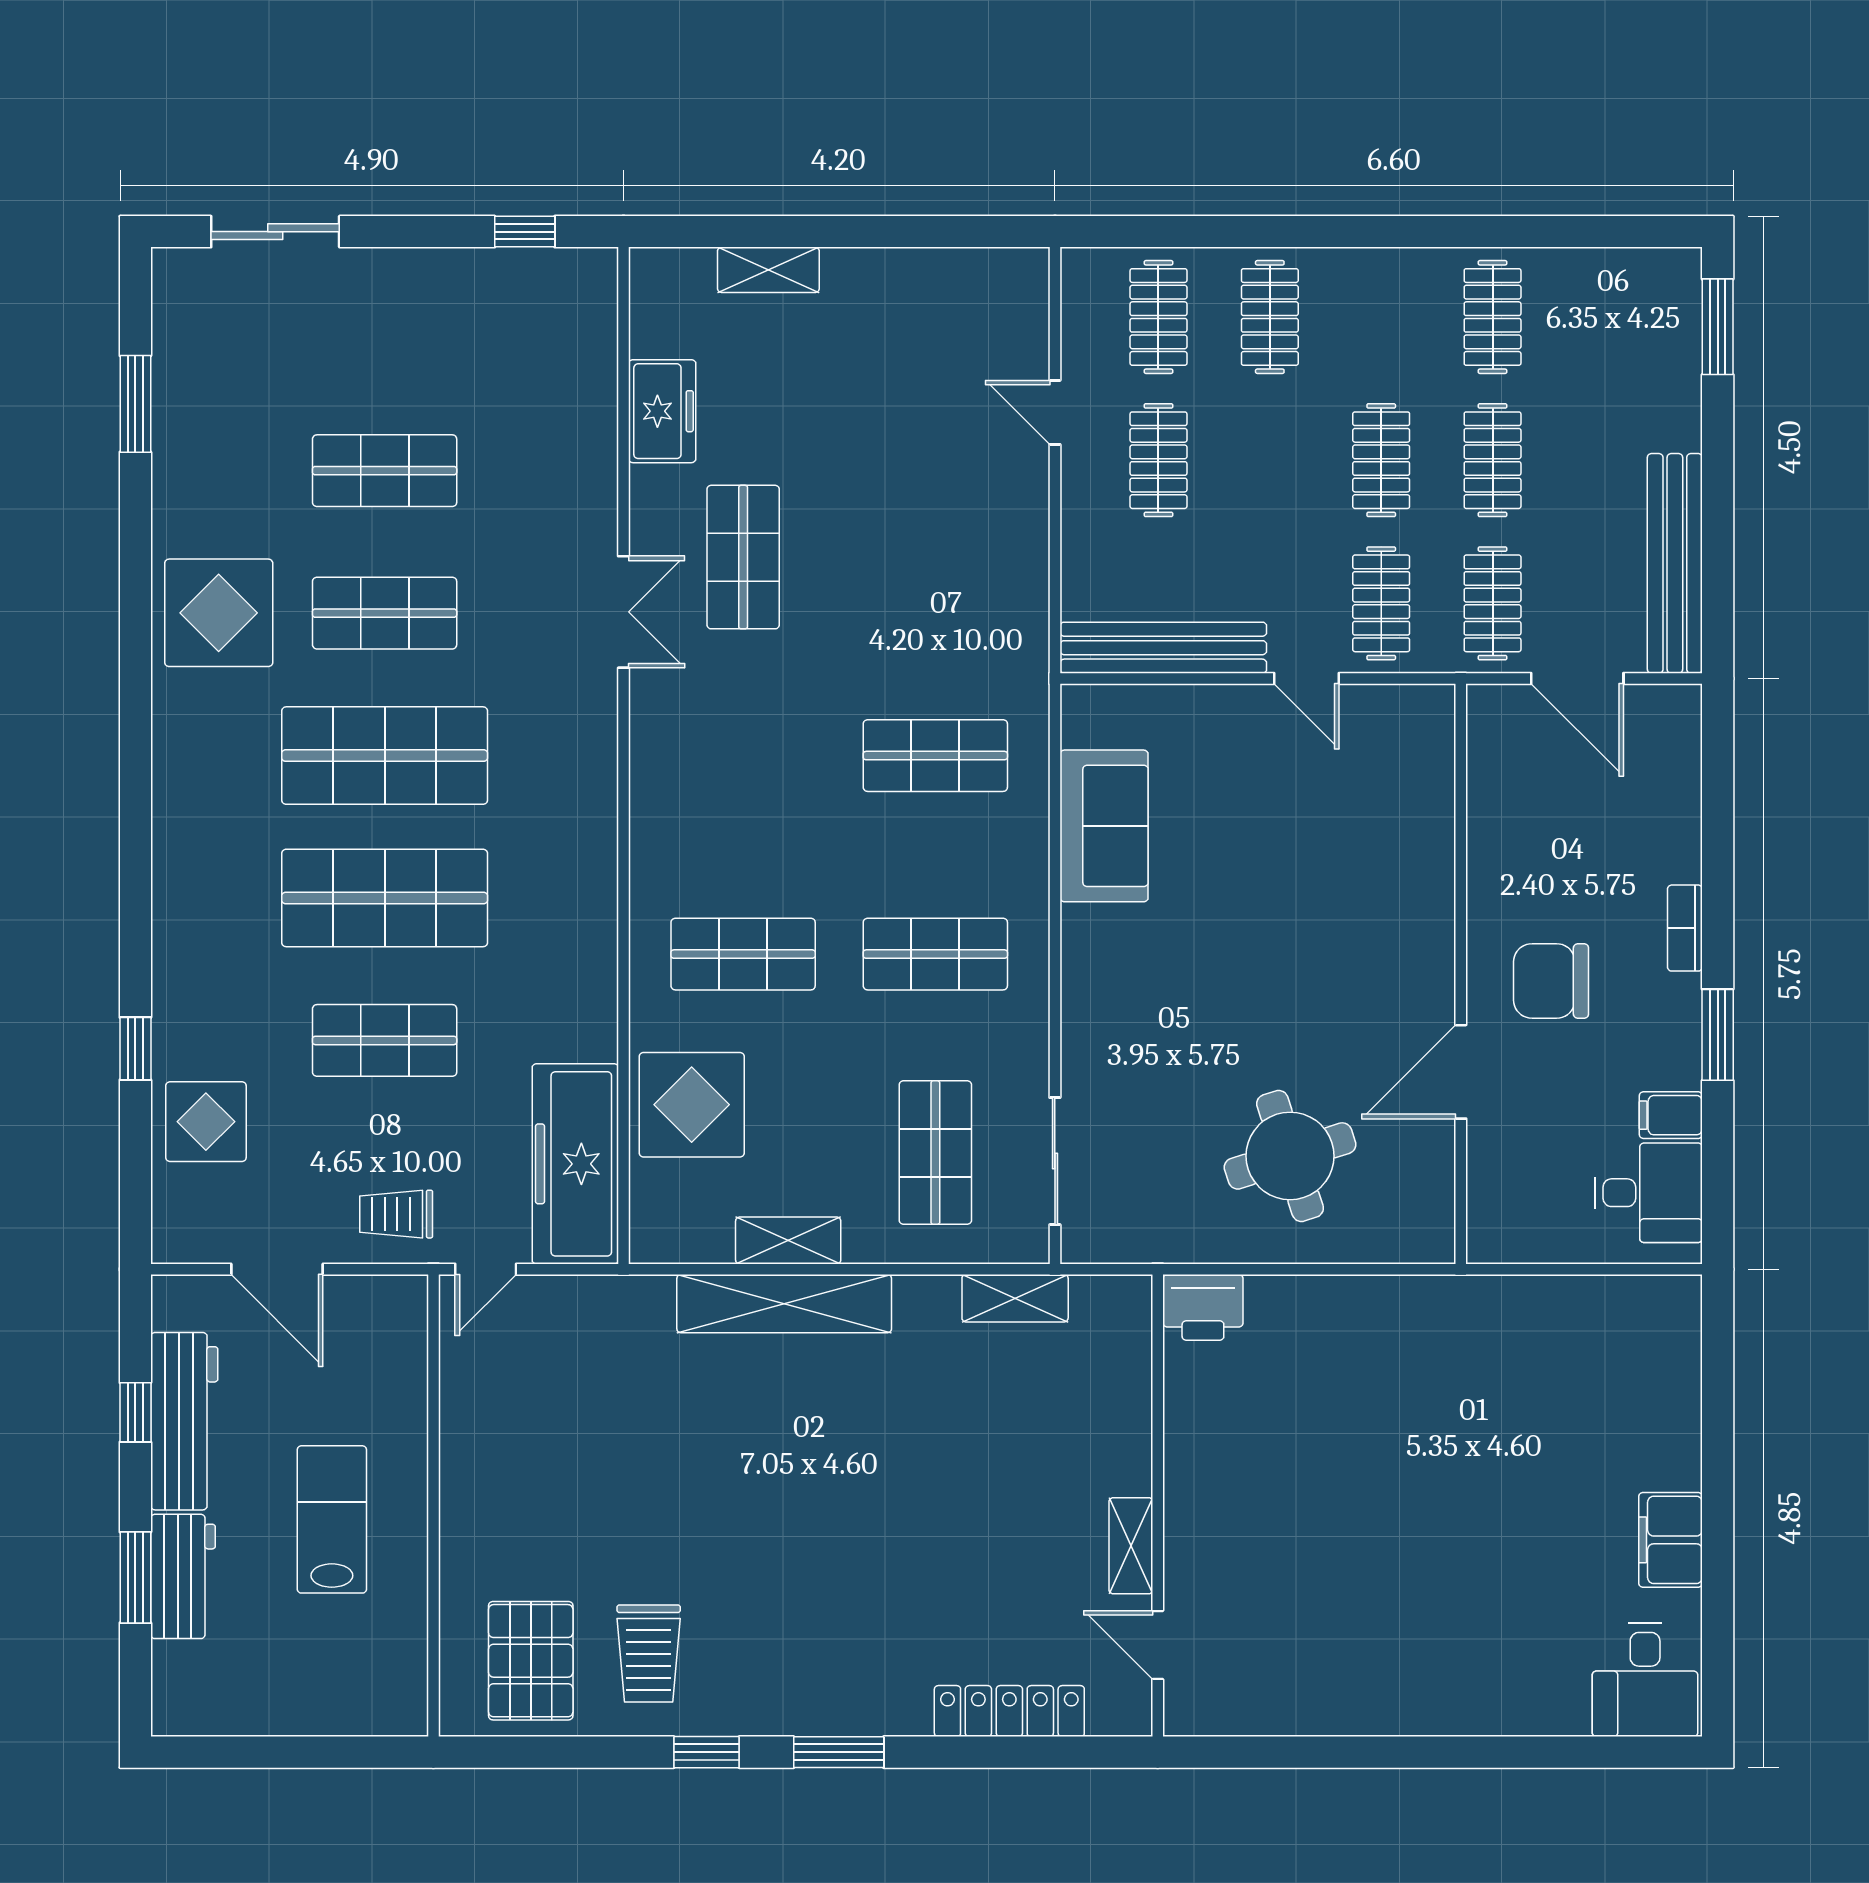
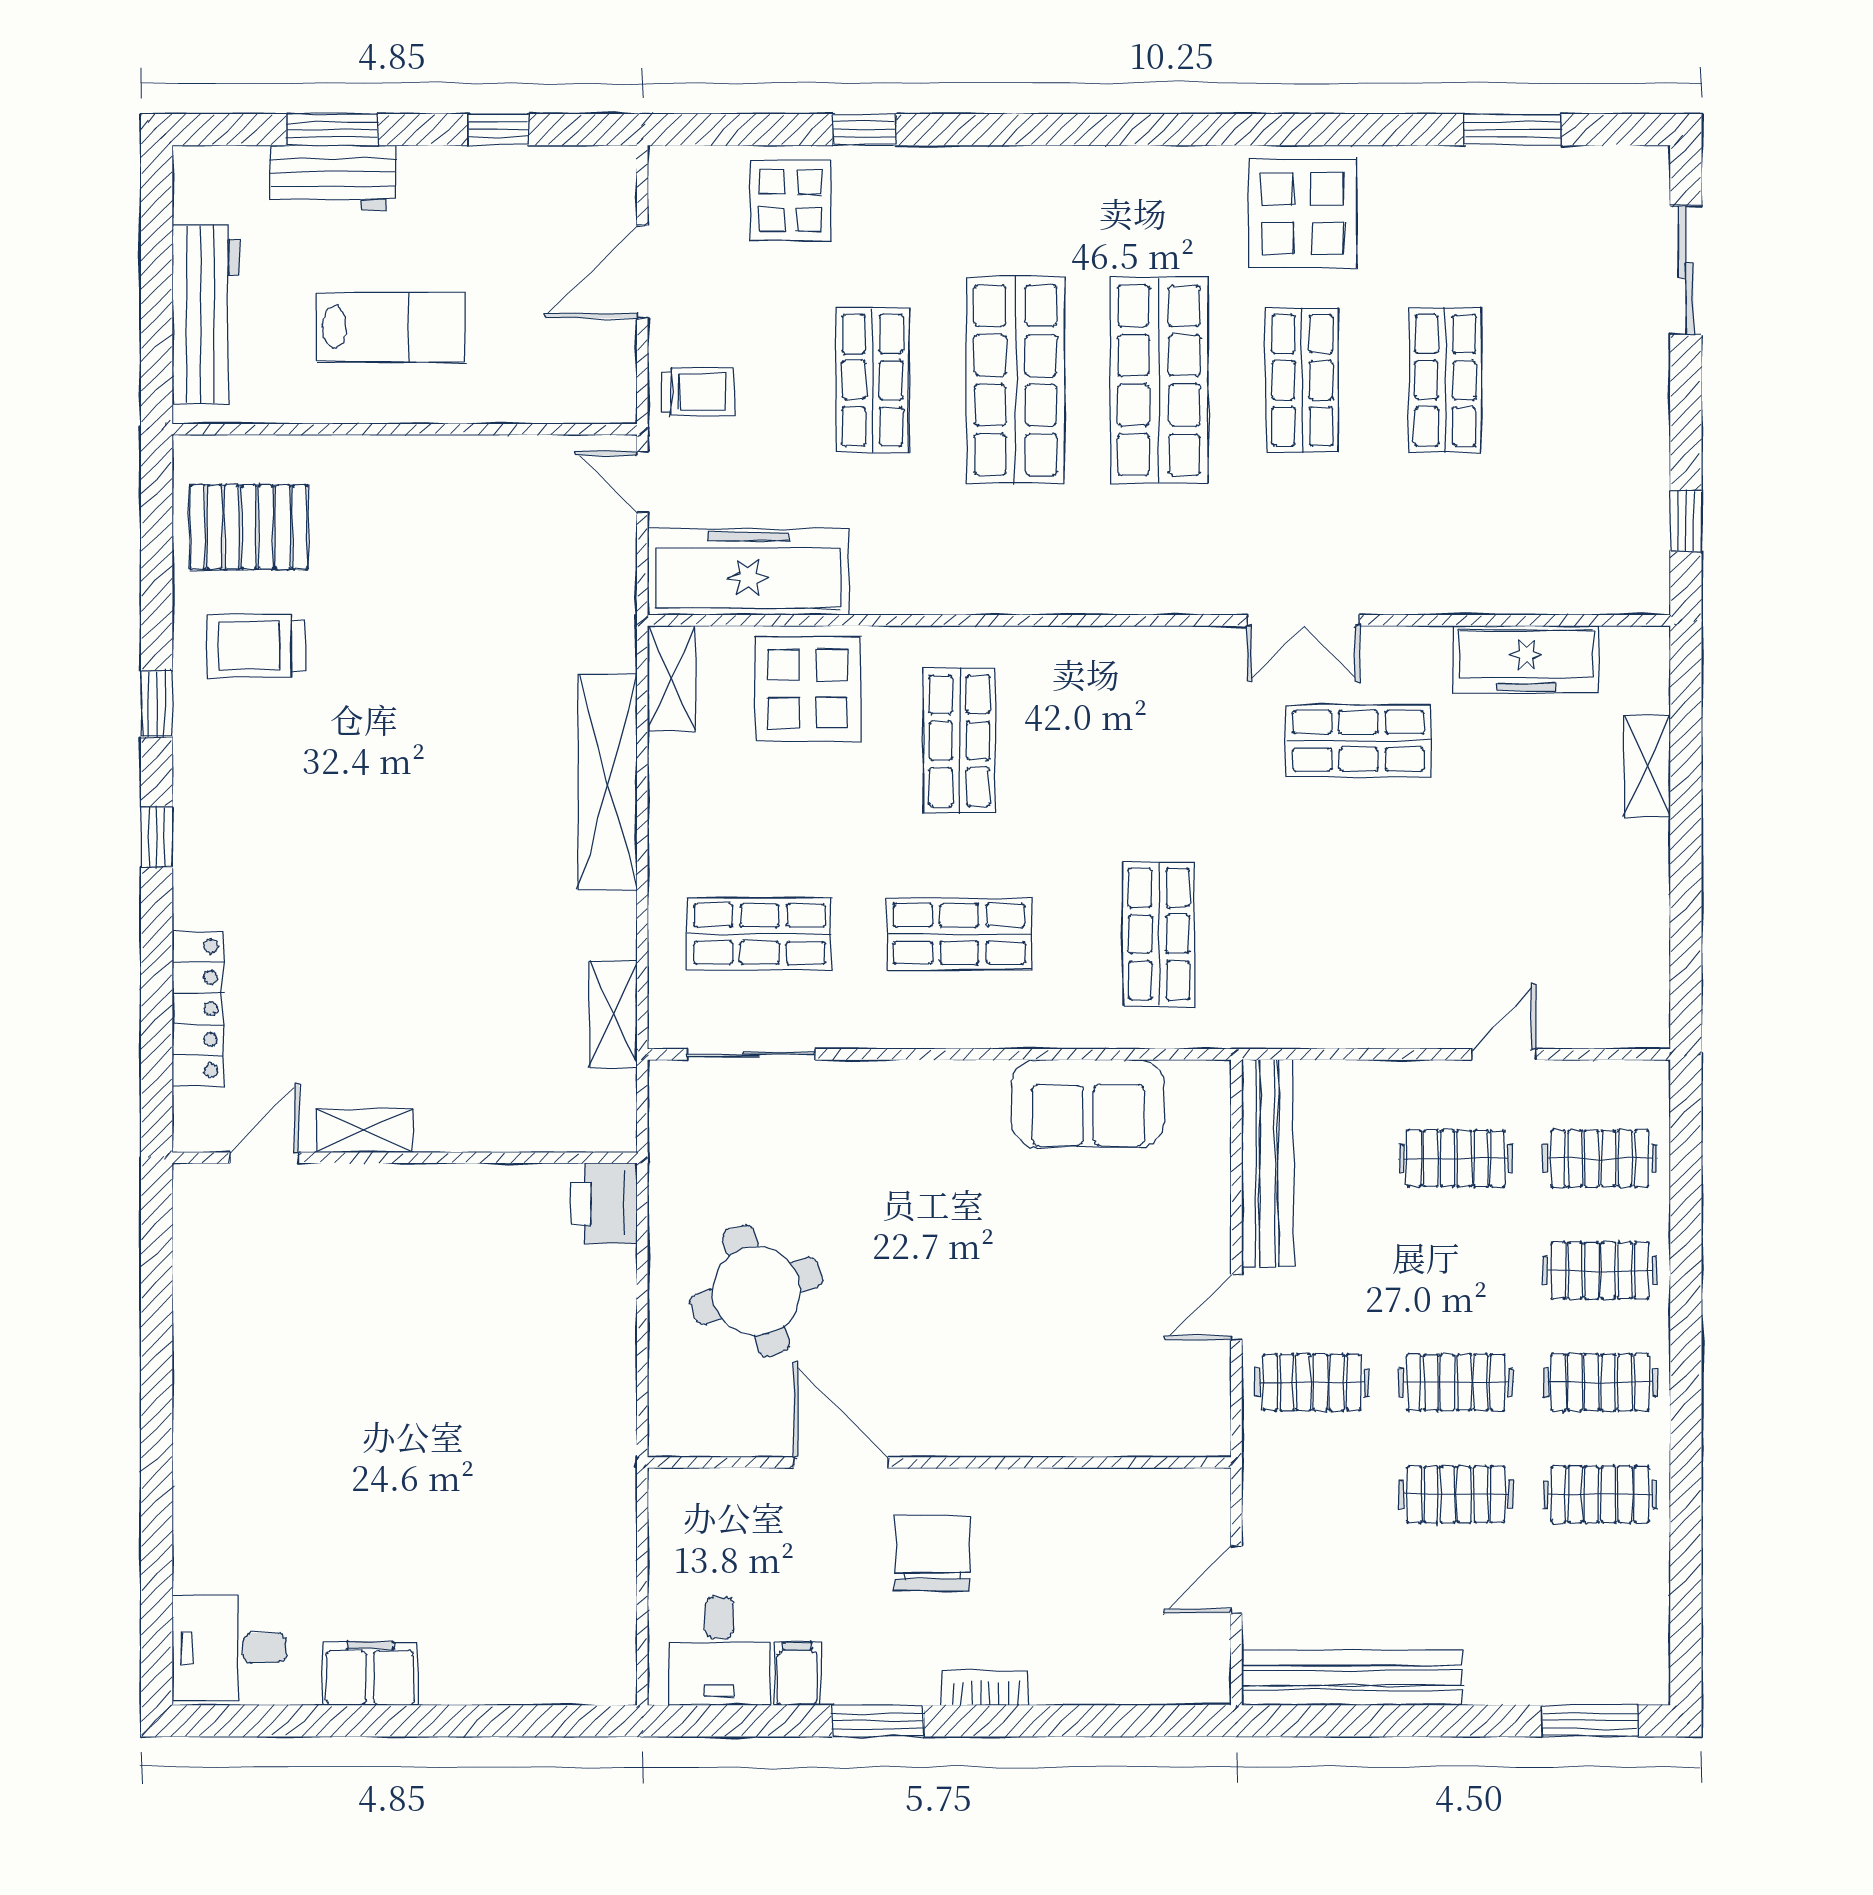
freezer: (662, 411) -> (1526, 659), width x1.40
clothes rail: (1493, 603) -> (1600, 1382), moved
door: (1577, 678) -> (1236, 1580), width x0.73
shop shelf: (935, 954) -> (959, 934), turned 90
trolley: (396, 1214) -> (698, 392), turned 90
shelving: (788, 1241) -> (671, 678), moved
workbench: (184, 1421) -> (206, 314), moved, turned -90
window: (839, 1752) -> (157, 837), width x0.67

